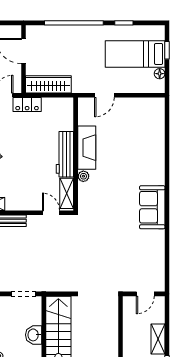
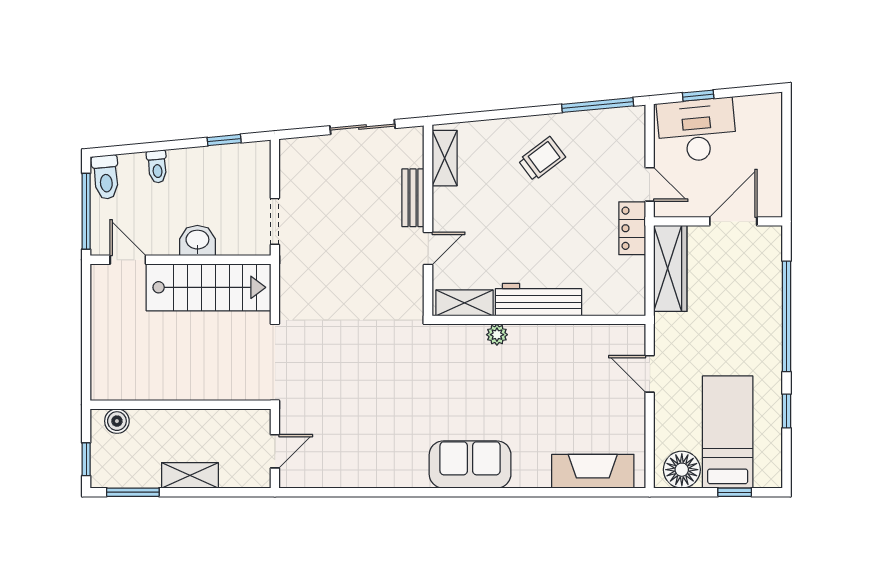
floor lamp: (160, 74) -> (682, 470), width x1.89, depth x1.89
fireplace: (87, 148) -> (593, 471), moved, turned 180
sofa: (152, 207) -> (470, 464), moved
door: (51, 213) -> (428, 248), moved
door: (145, 294) -> (275, 451), swing flipped

